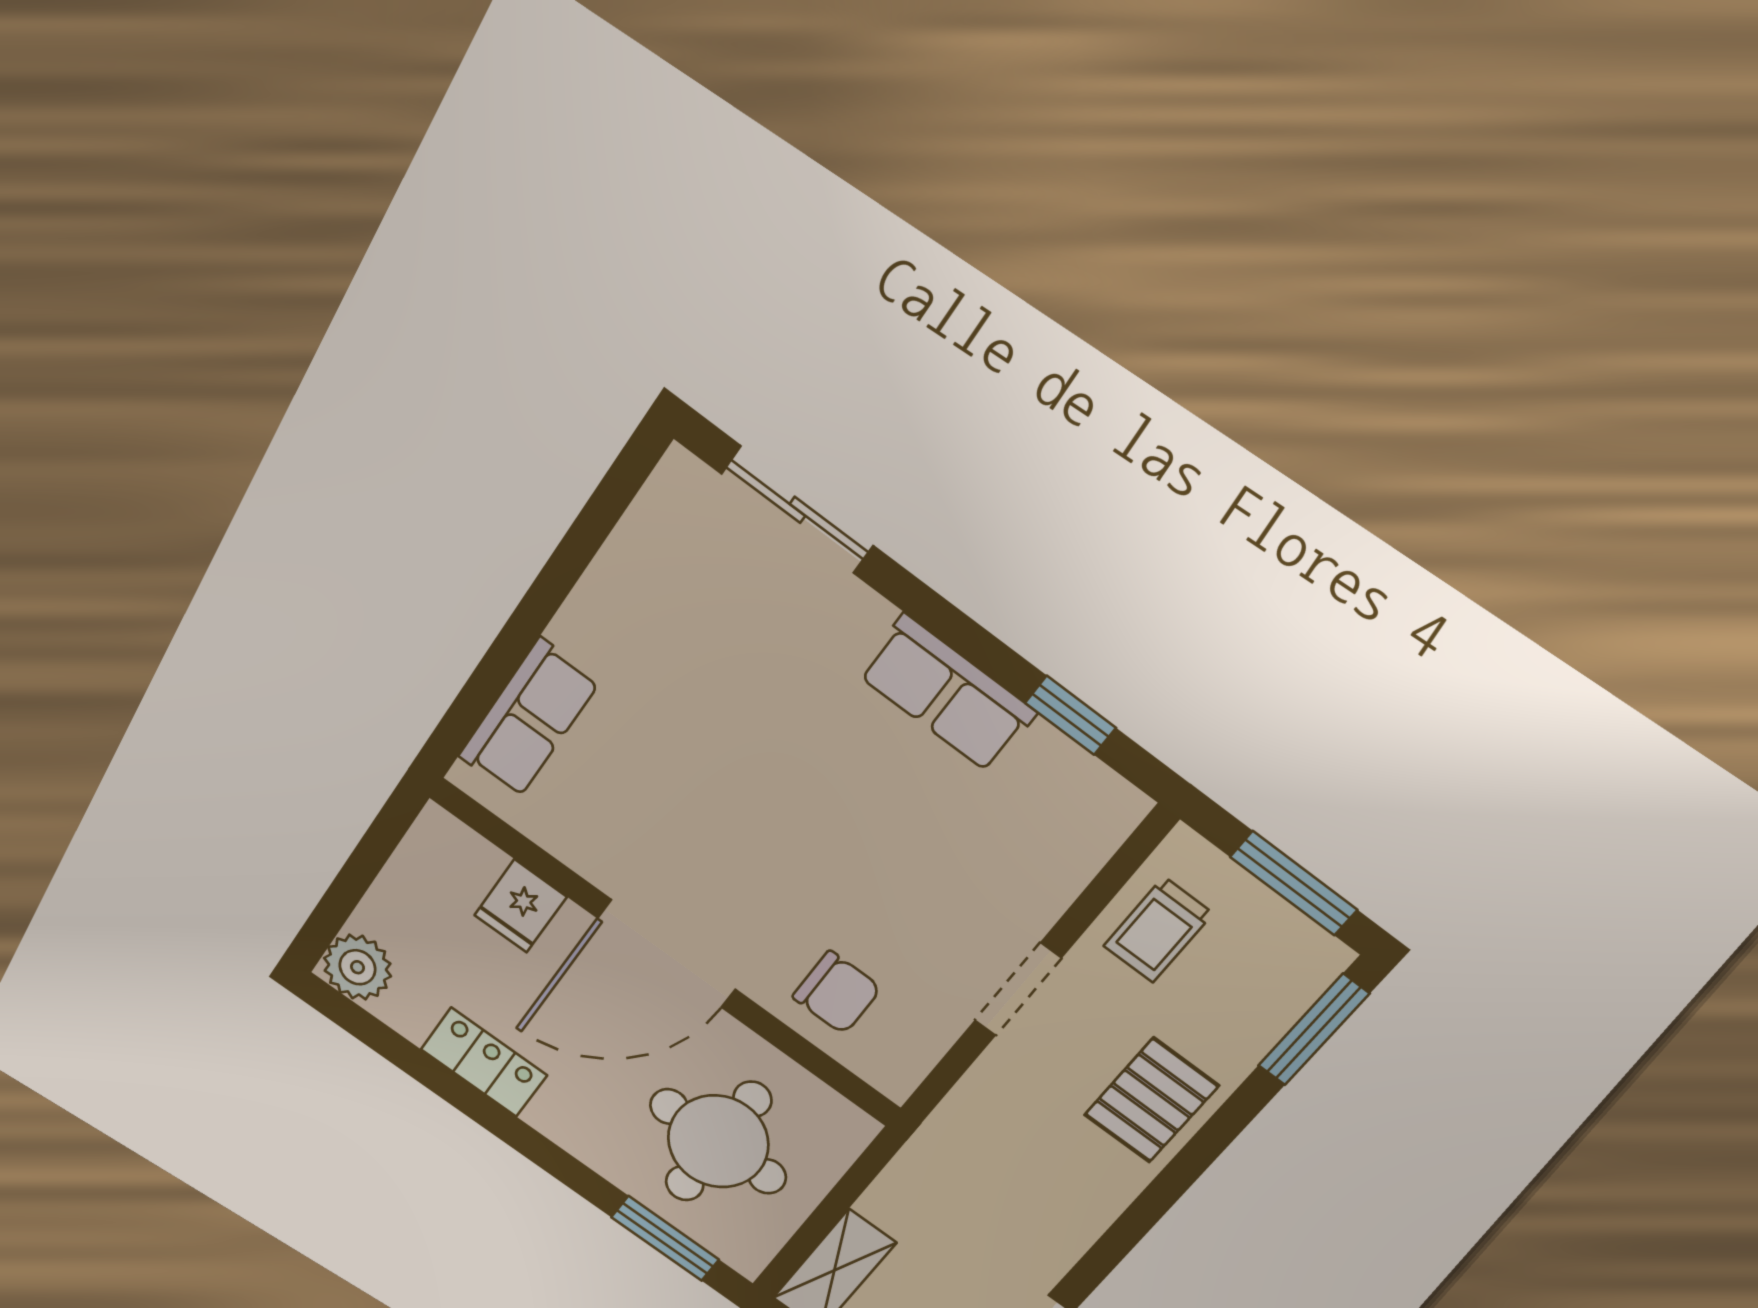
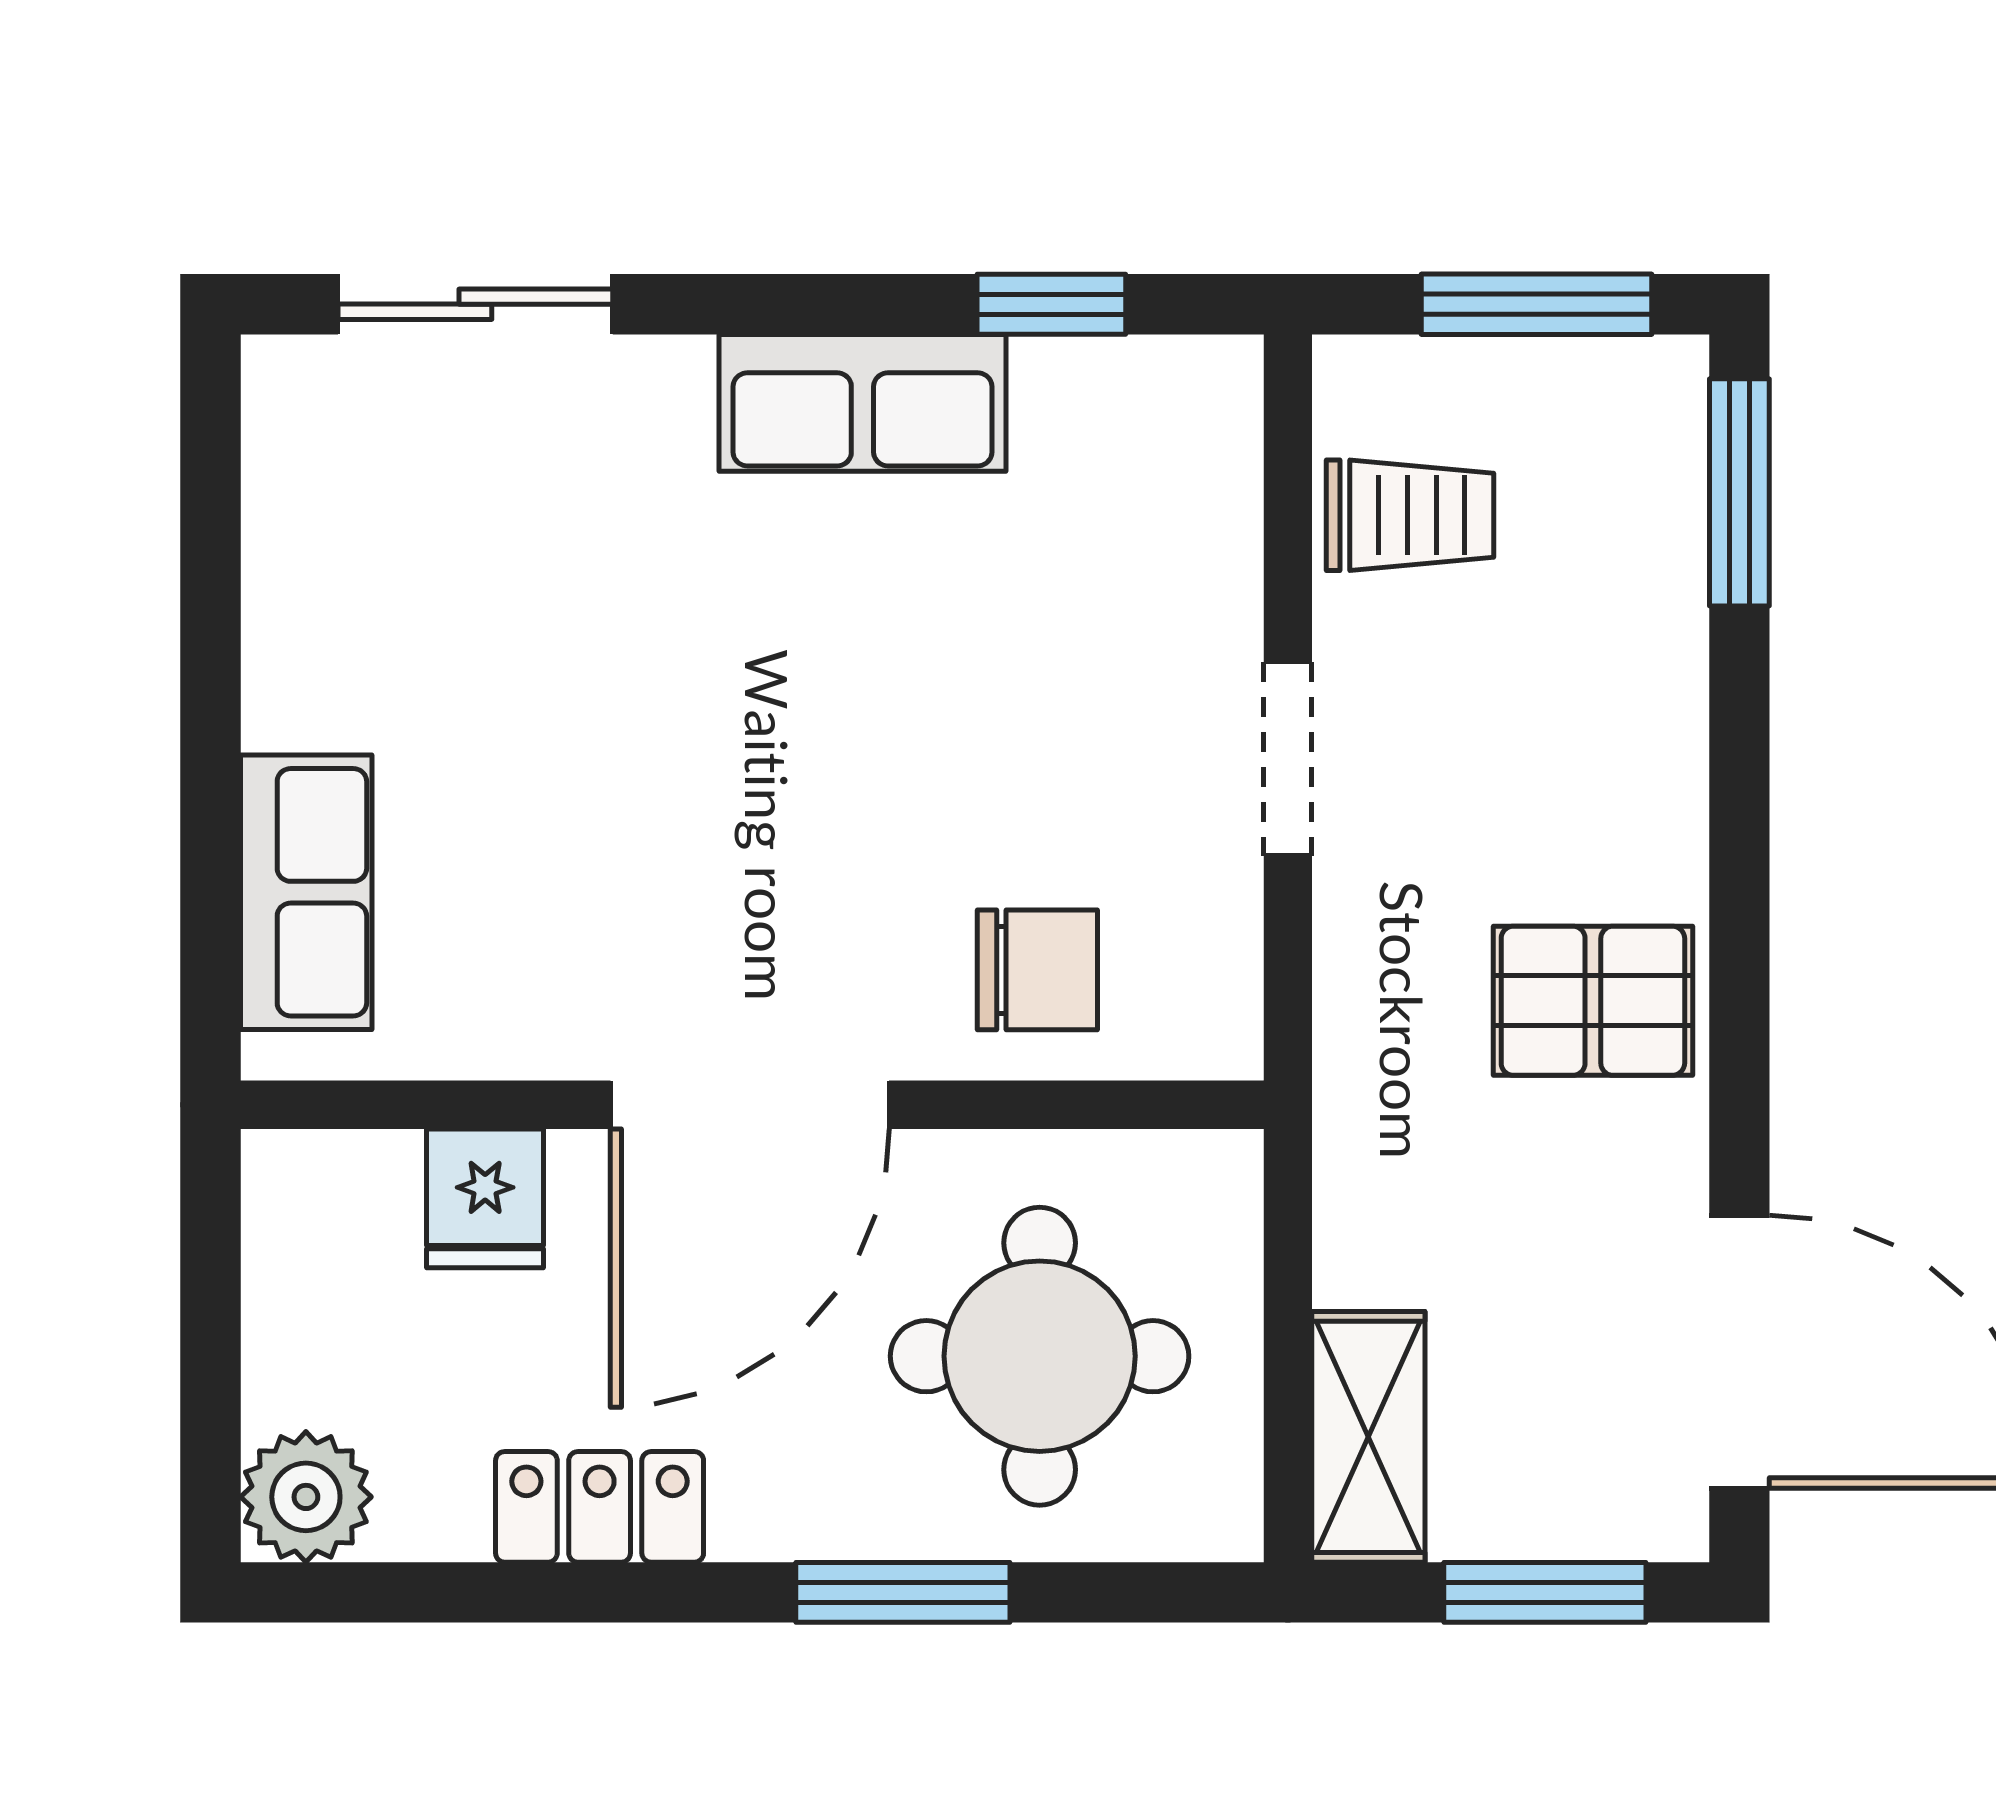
trolley: (1158, 930) -> (1410, 515), turned -90
pallet: (1151, 1100) -> (1593, 1001), moved, turned 90
window: (665, 1238) -> (903, 1592), moved

